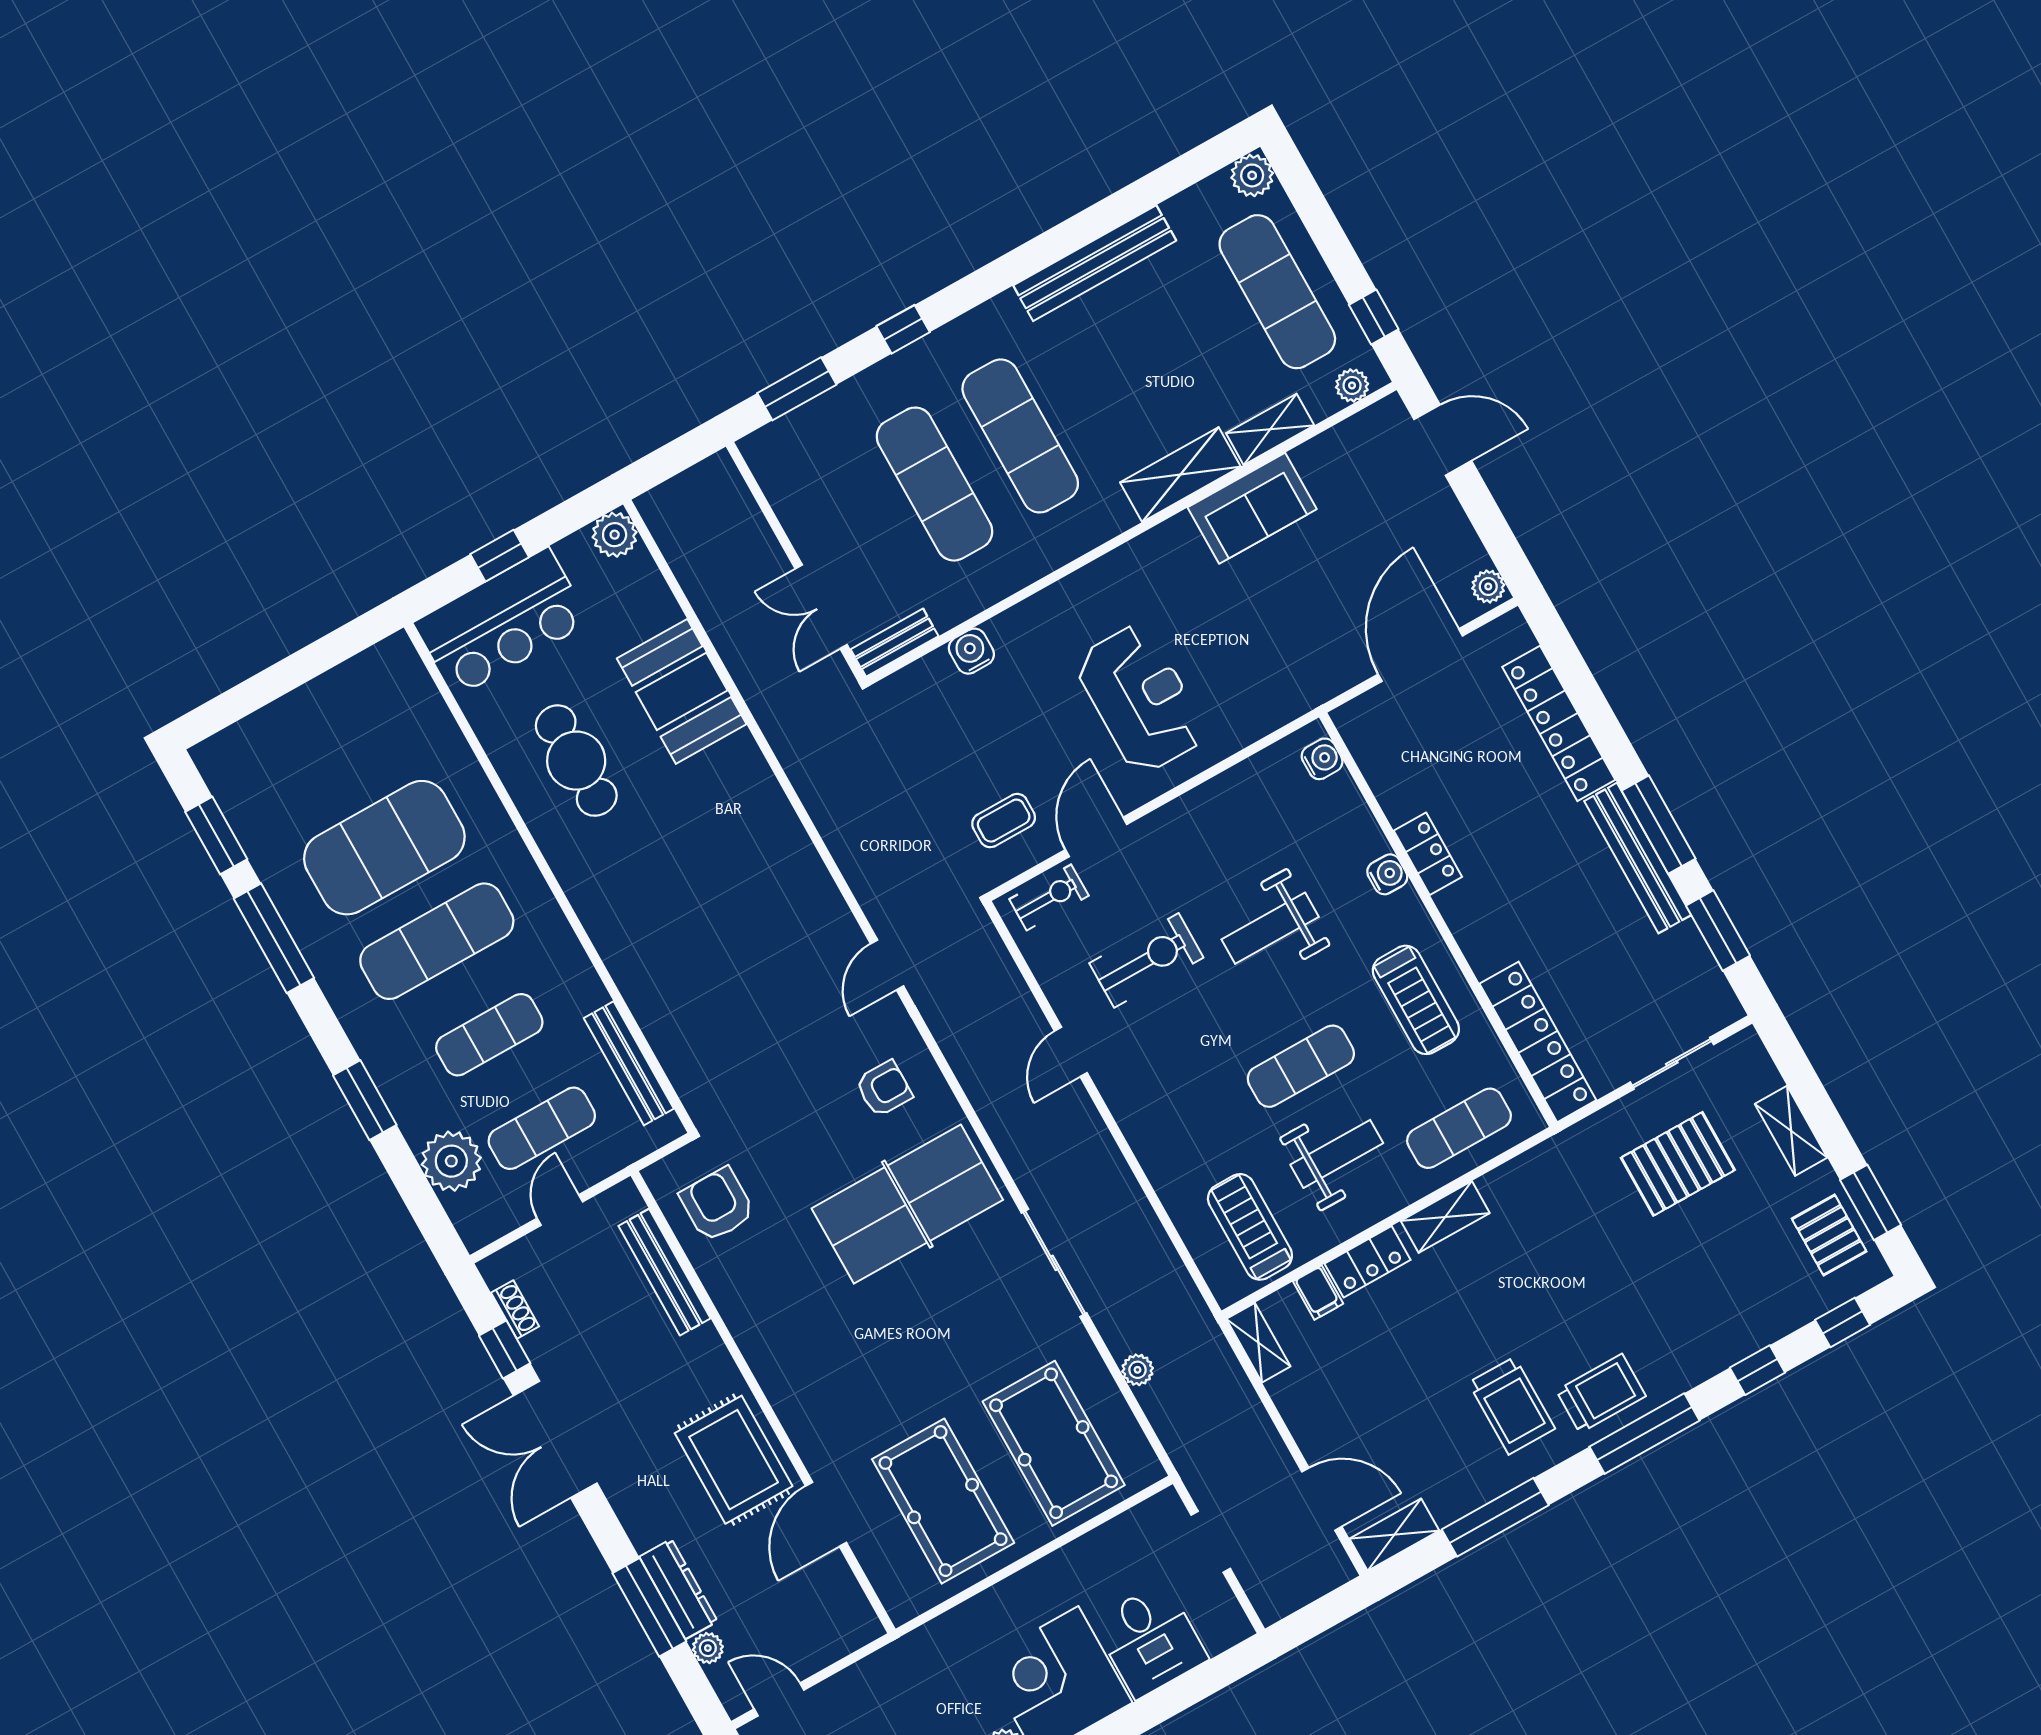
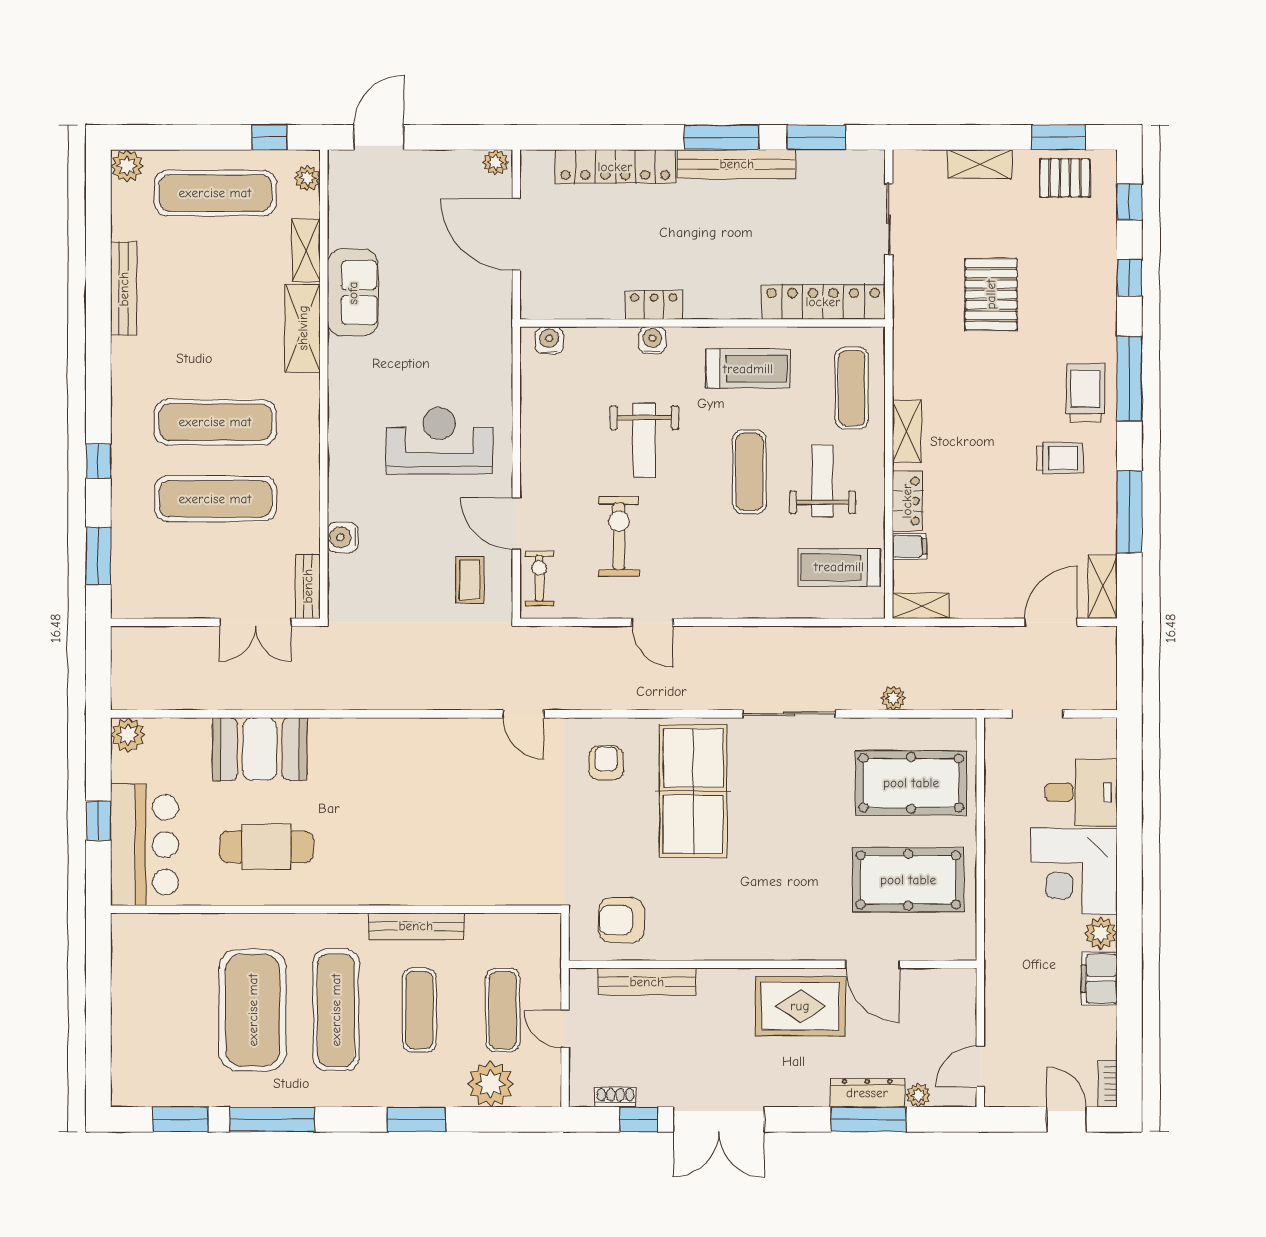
bench: (1095, 263) -> (124, 289), width x0.73, depth x0.82
bench: (629, 1063) -> (416, 926), moved
pallet: (1678, 1164) -> (991, 294), moved
trolley: (1512, 1406) -> (1060, 458), width x0.73, depth x0.72

